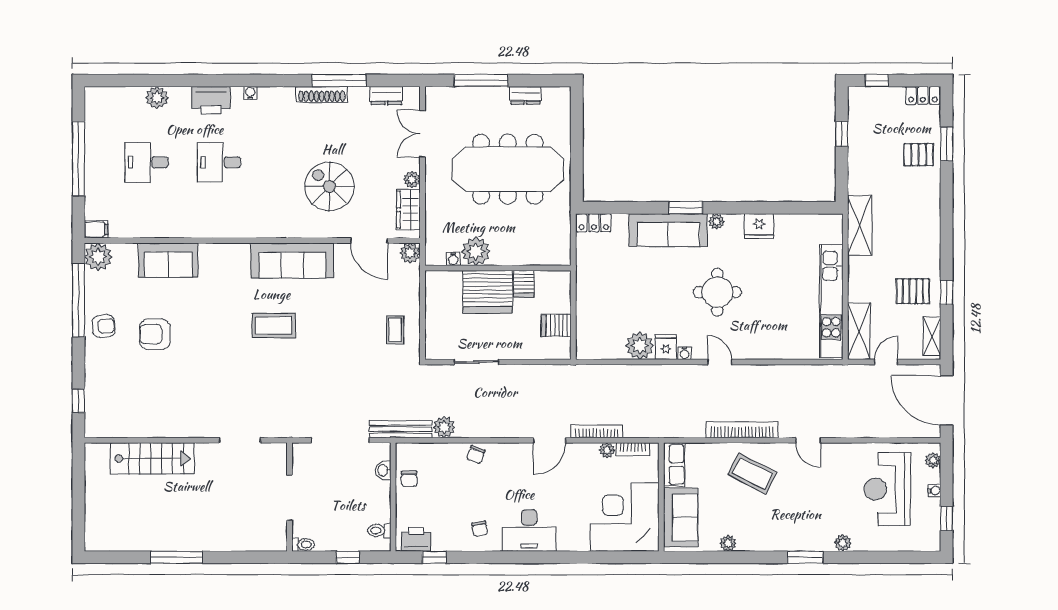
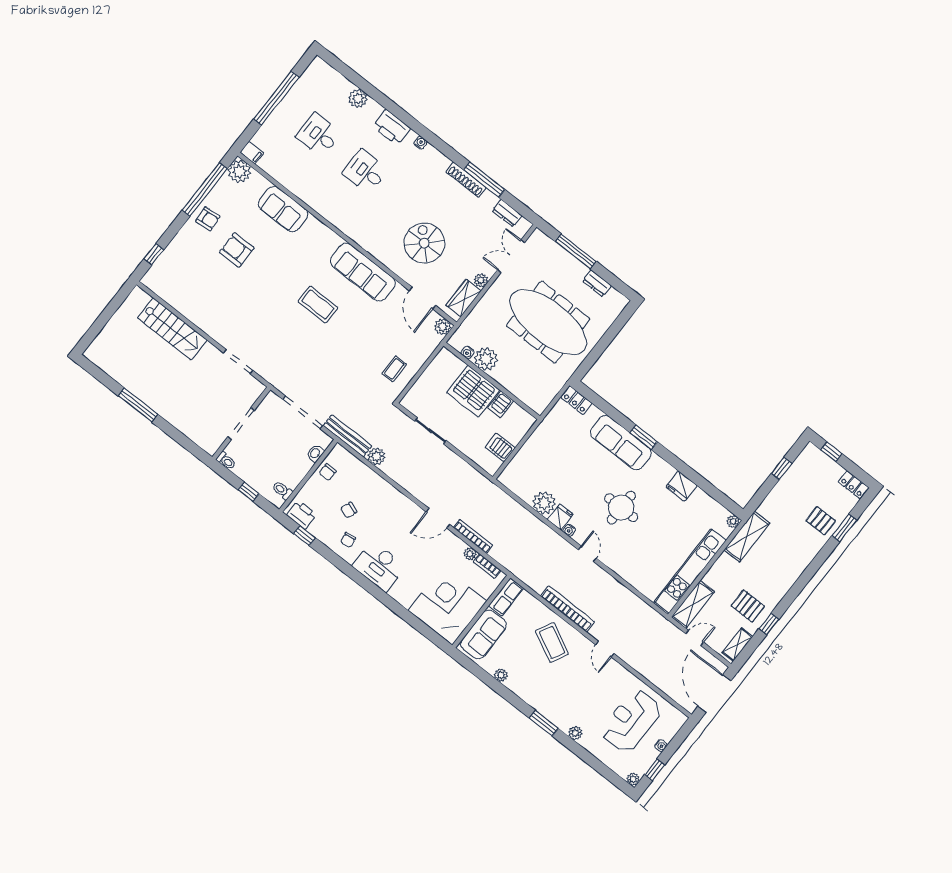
plant: (716, 221) -> (733, 522), moved
chair: (476, 455) -> (349, 510), moved
plant: (933, 460) -> (633, 779), moved

